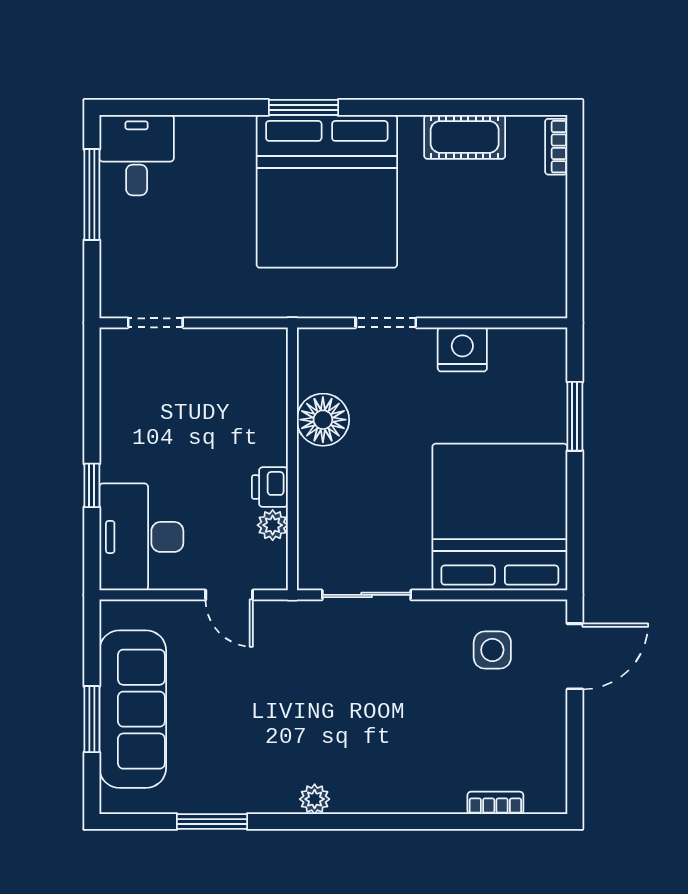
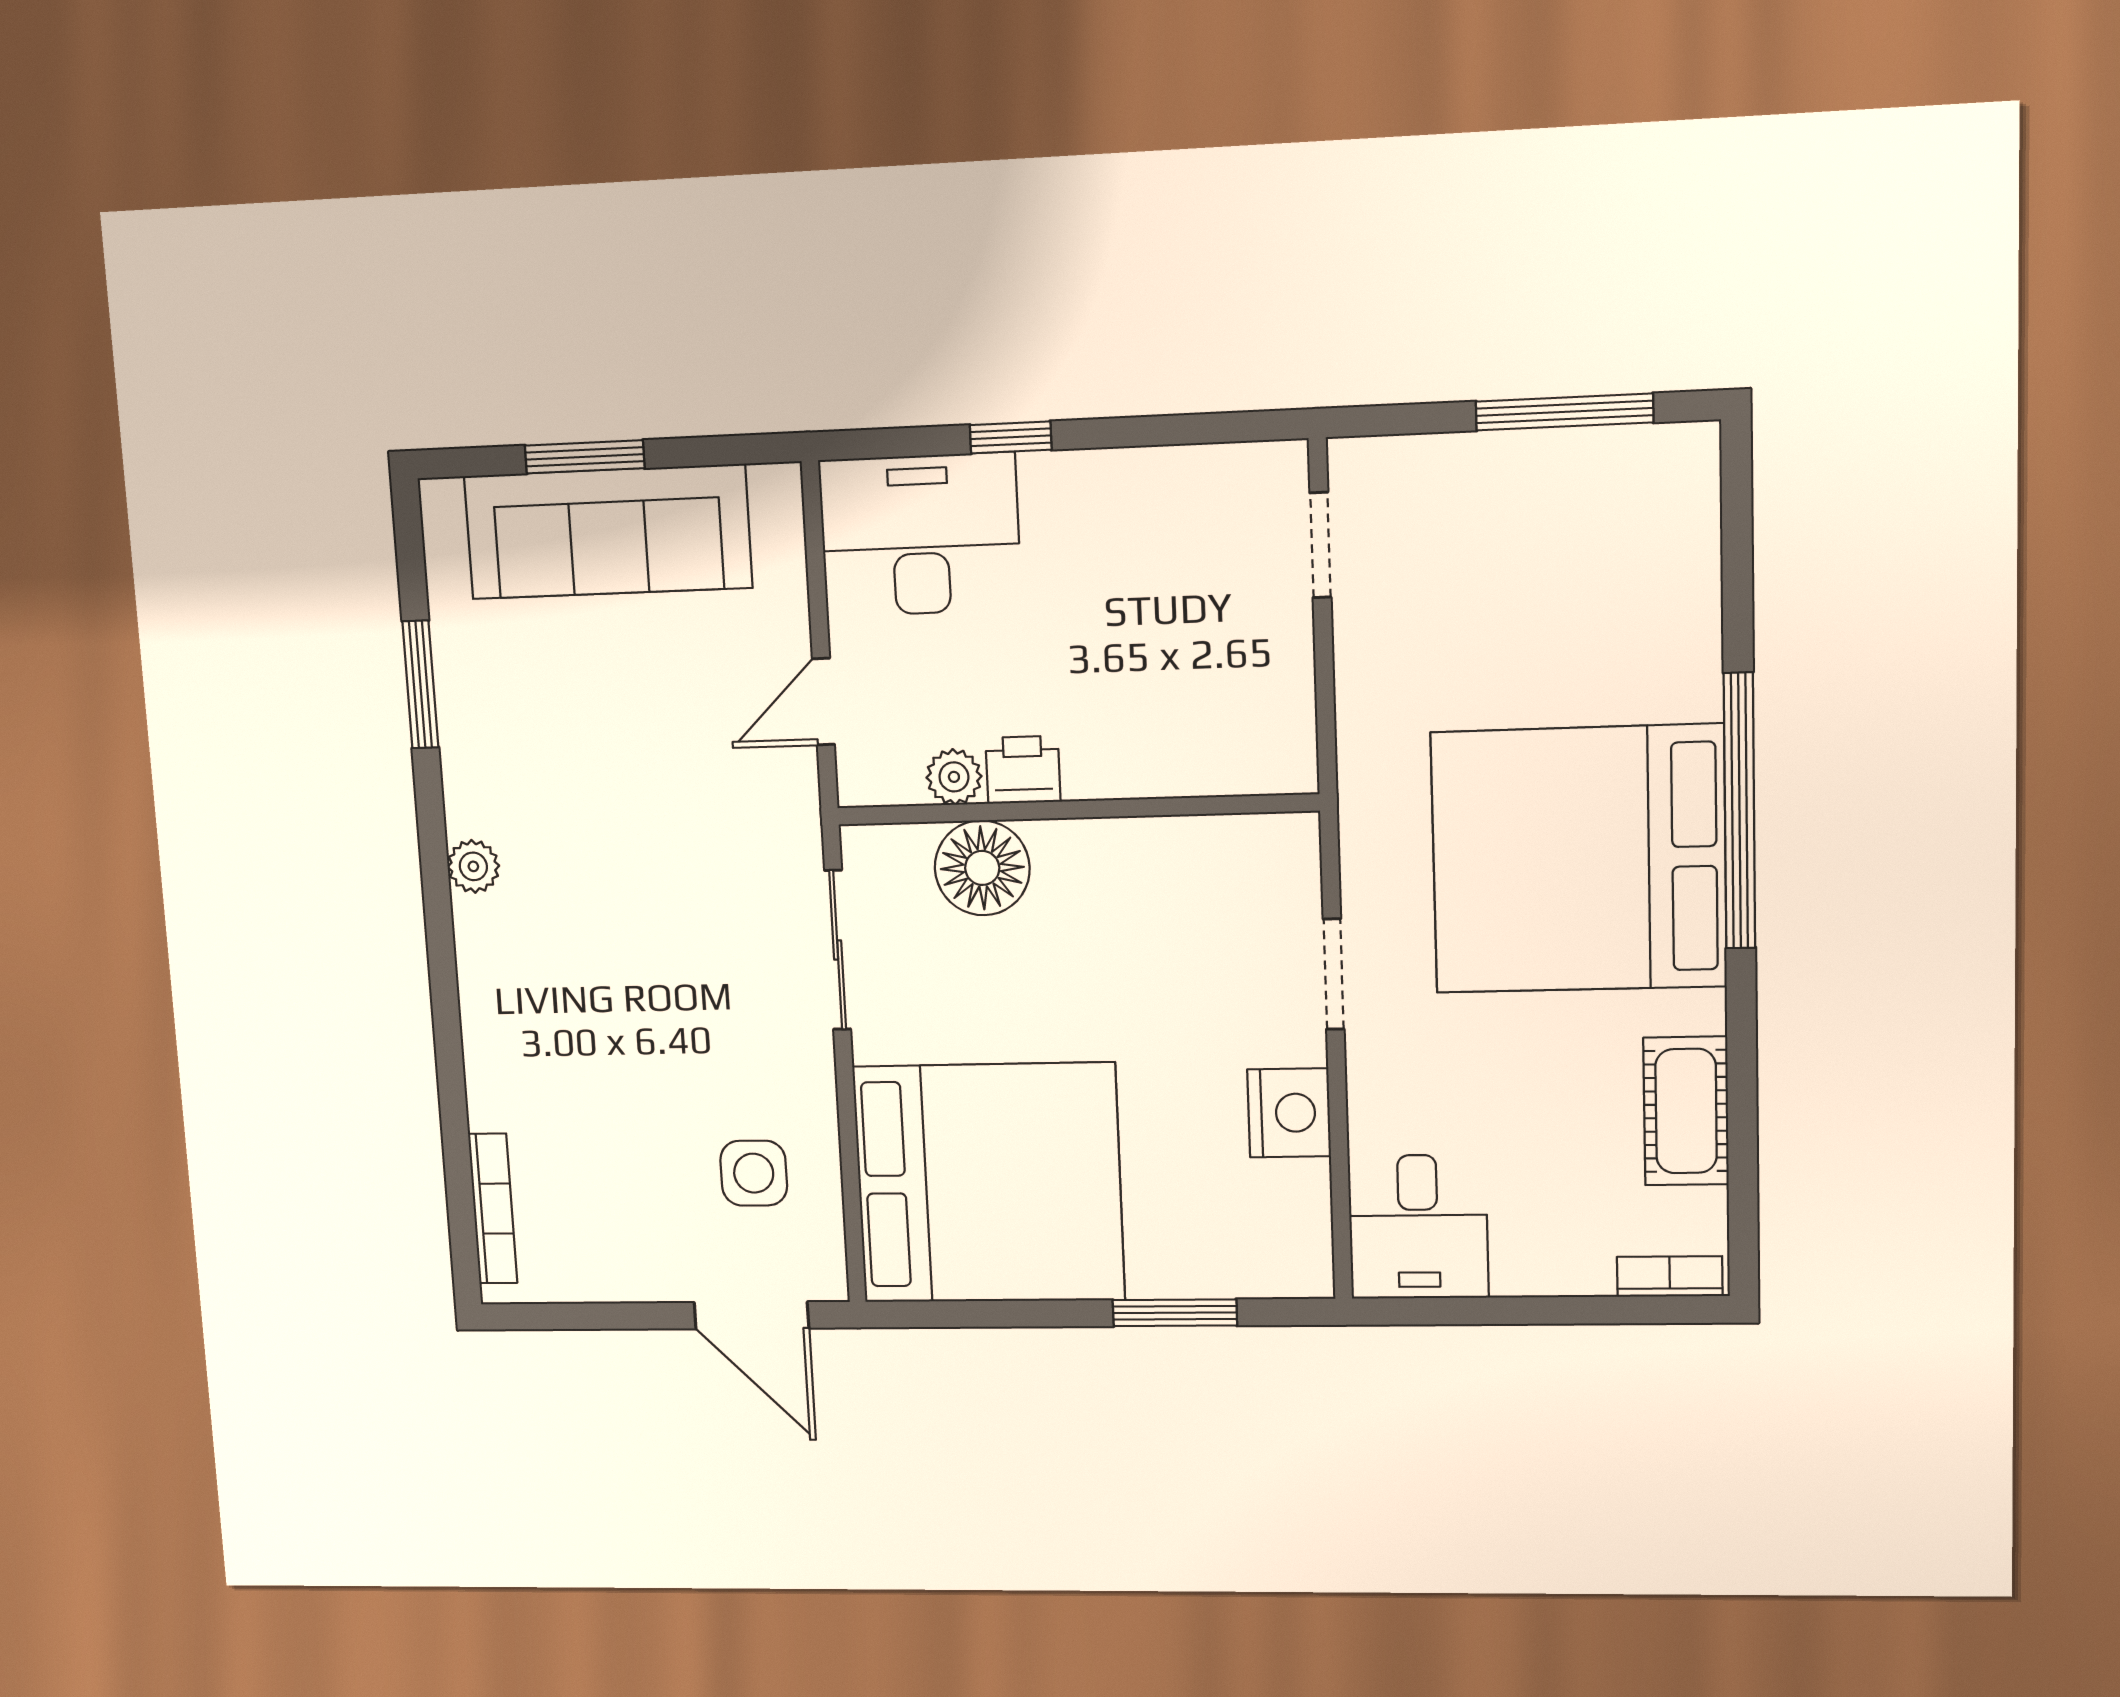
window: (303, 107) -> (1739, 811), width x2.11
desk: (137, 155) -> (1418, 1227), moved, turned 90
floor lamp: (323, 420) -> (982, 868), moved
bookcase: (495, 803) -> (493, 1209), width x1.56

